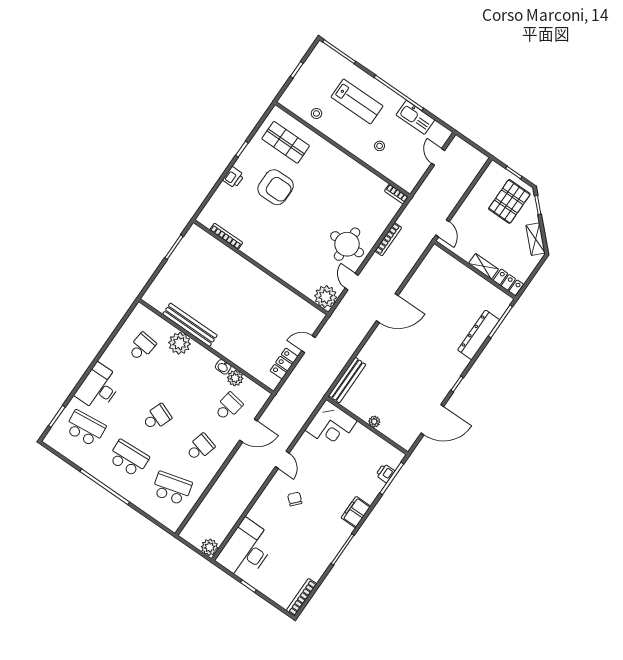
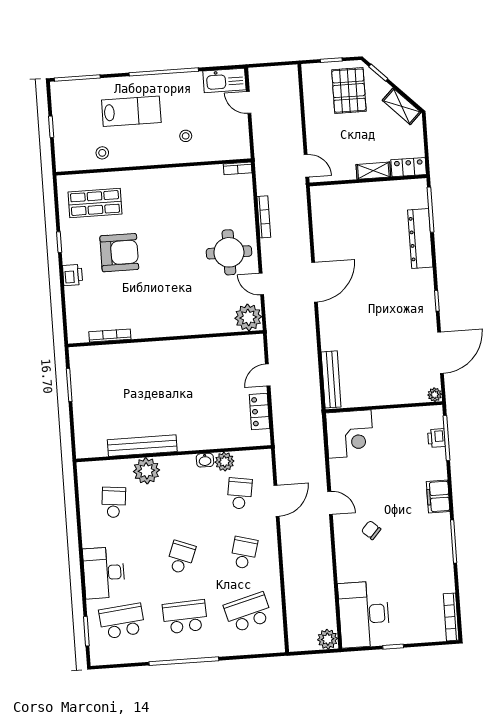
kitchen sink: (415, 117) -> (224, 80), moved
plant: (374, 422) -> (435, 395), moved

